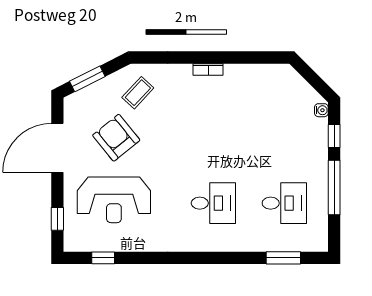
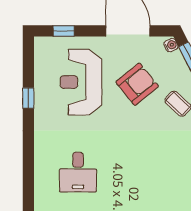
water cooler: (73, 100) -> (171, 45), added
window: (103, 258) -> (28, 98), moved

